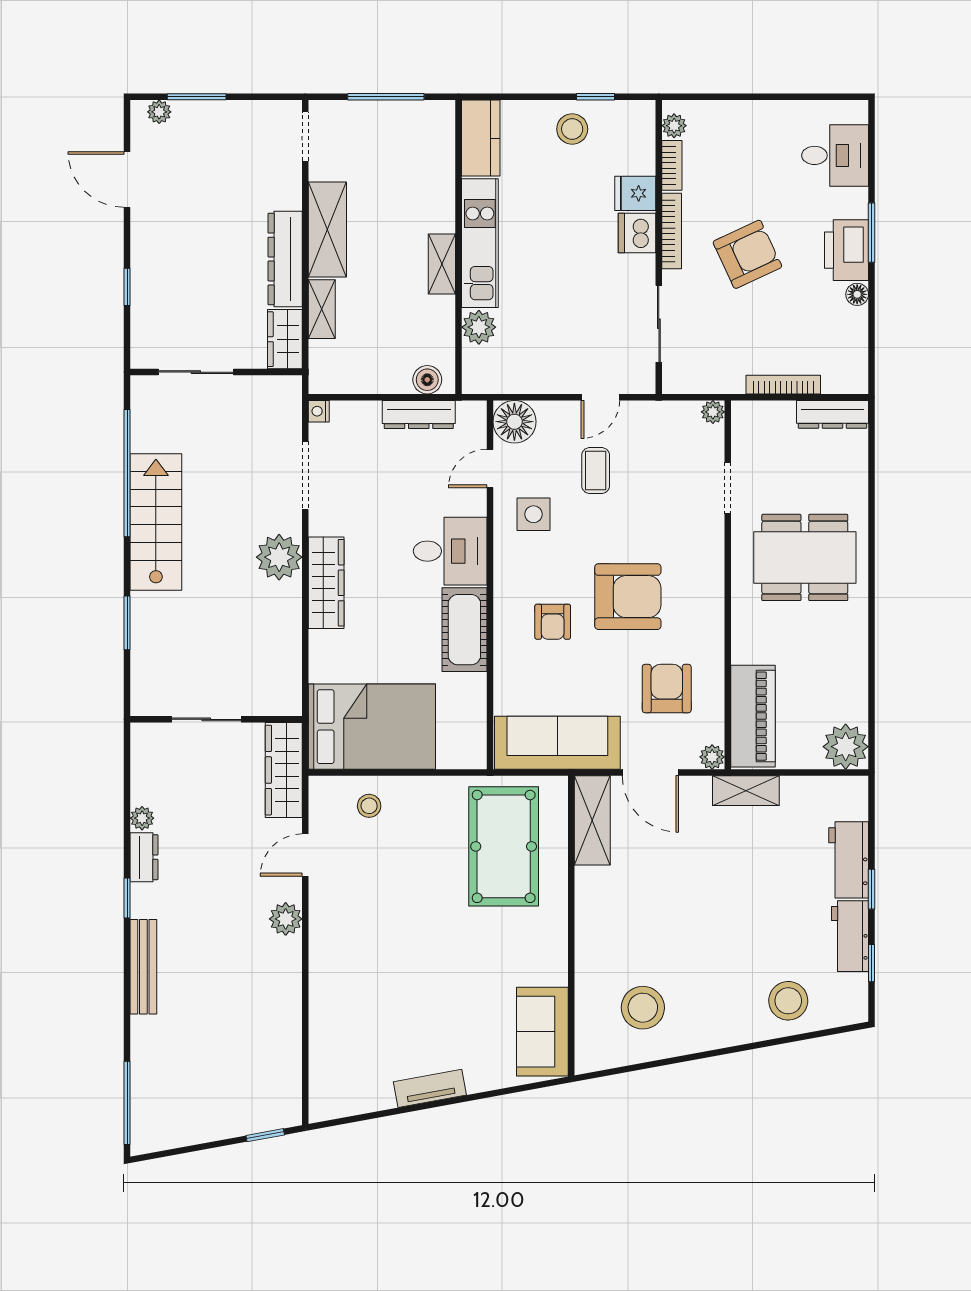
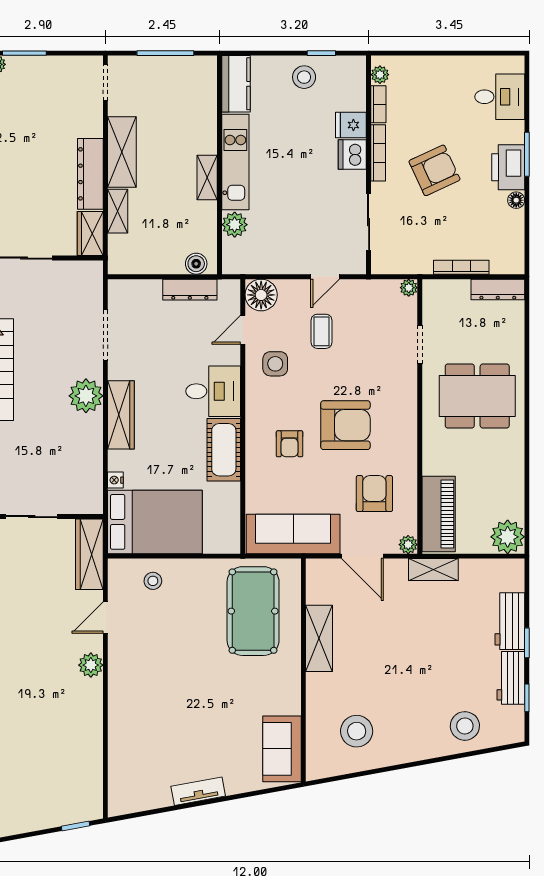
nightstand: (319, 411) -> (115, 480), moved
shelving: (592, 820) -> (319, 638), moved

